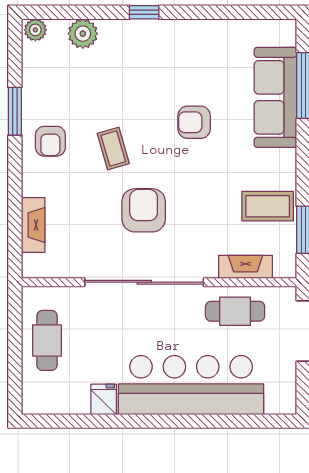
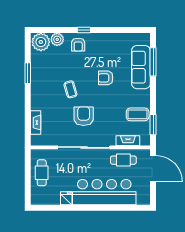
plant: (35, 30) -> (41, 42), width x1.88, depth x1.88
armchair: (50, 141) -> (78, 45), moved

